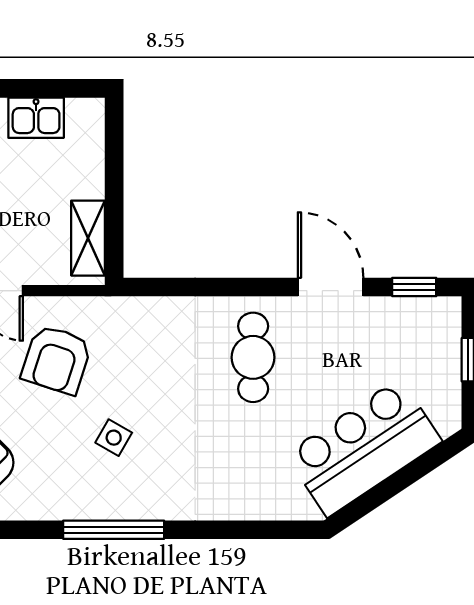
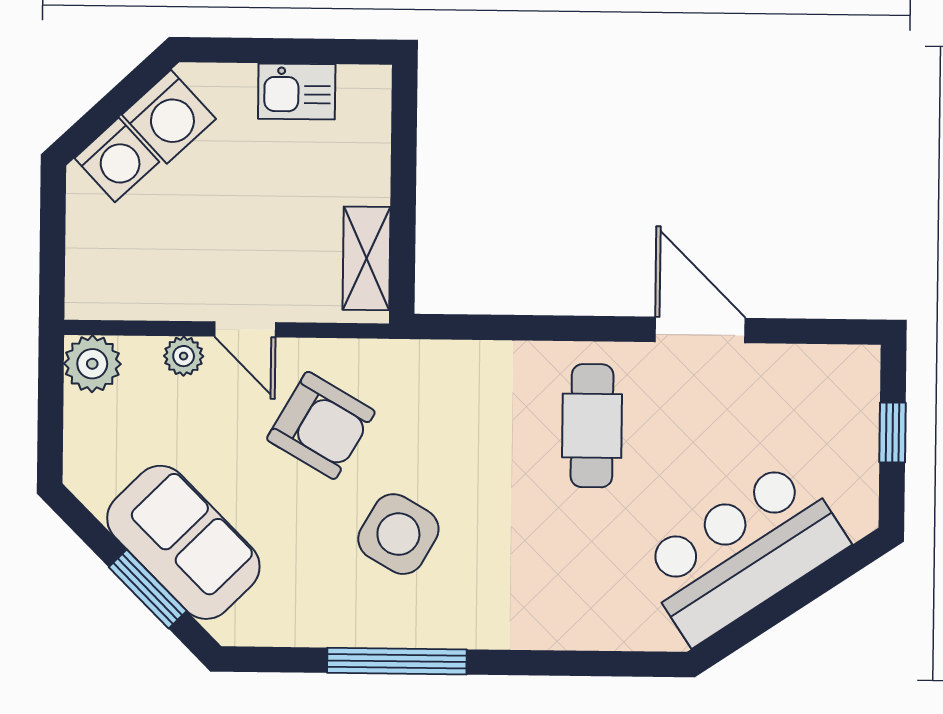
window: (414, 287) -> (816, 331), removed
armchair: (57, 360) -> (321, 425), turned -78
side table: (114, 438) -> (398, 534), width x1.87, depth x1.87

